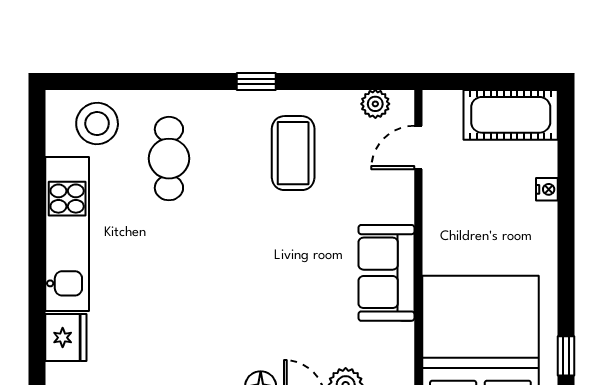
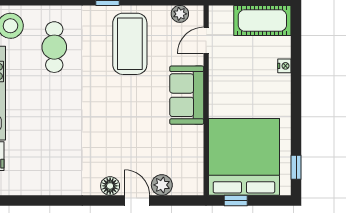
coffee table: (293, 153) -> (130, 44), width x1.36, depth x1.32
sofa: (386, 273) -> (187, 95), moved

